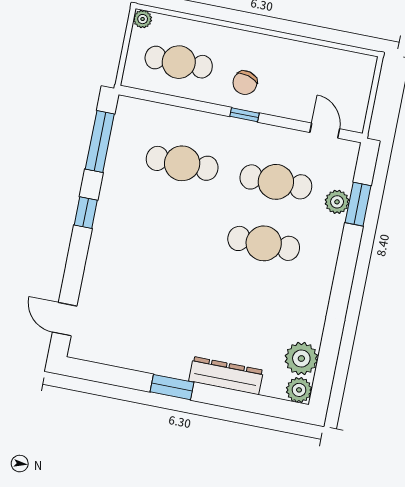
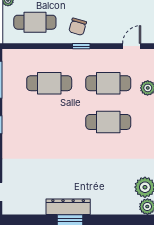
door: (325, 131) -> (132, 46), hinge flipped
dresser: (226, 376) -> (68, 207), moved

